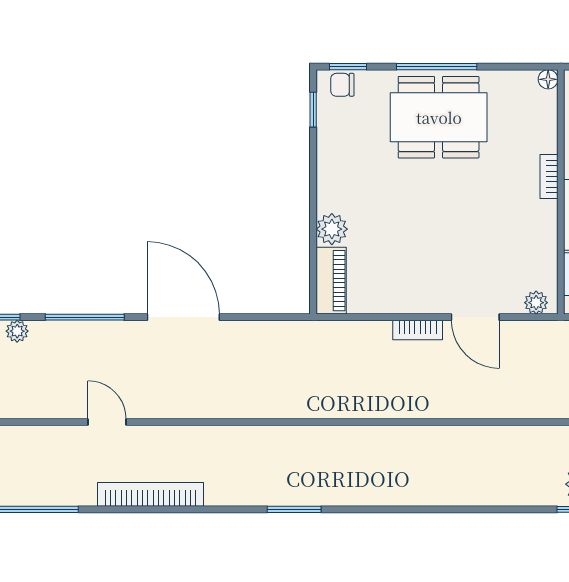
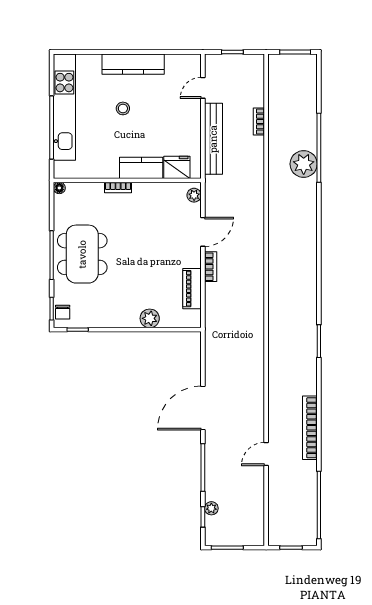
piano: (331, 281) -> (192, 289), moved, turned -90

